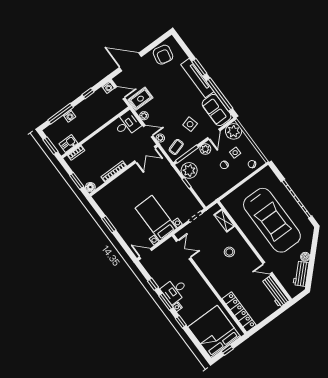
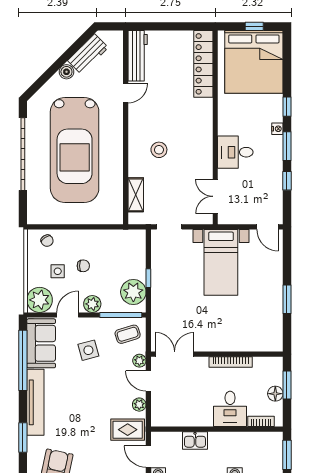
window: (199, 67) -> (23, 437), moved
desk: (127, 124) -> (230, 409), moved, turned -90
kitchen sink: (68, 144) -> (195, 440), moved
floor lamp: (90, 187) -> (275, 394), moved
car: (272, 220) -> (75, 150), turned 180
door: (267, 268) -> (126, 93), hinge flipped
desk: (175, 290) -> (235, 152), moved, turned 180

